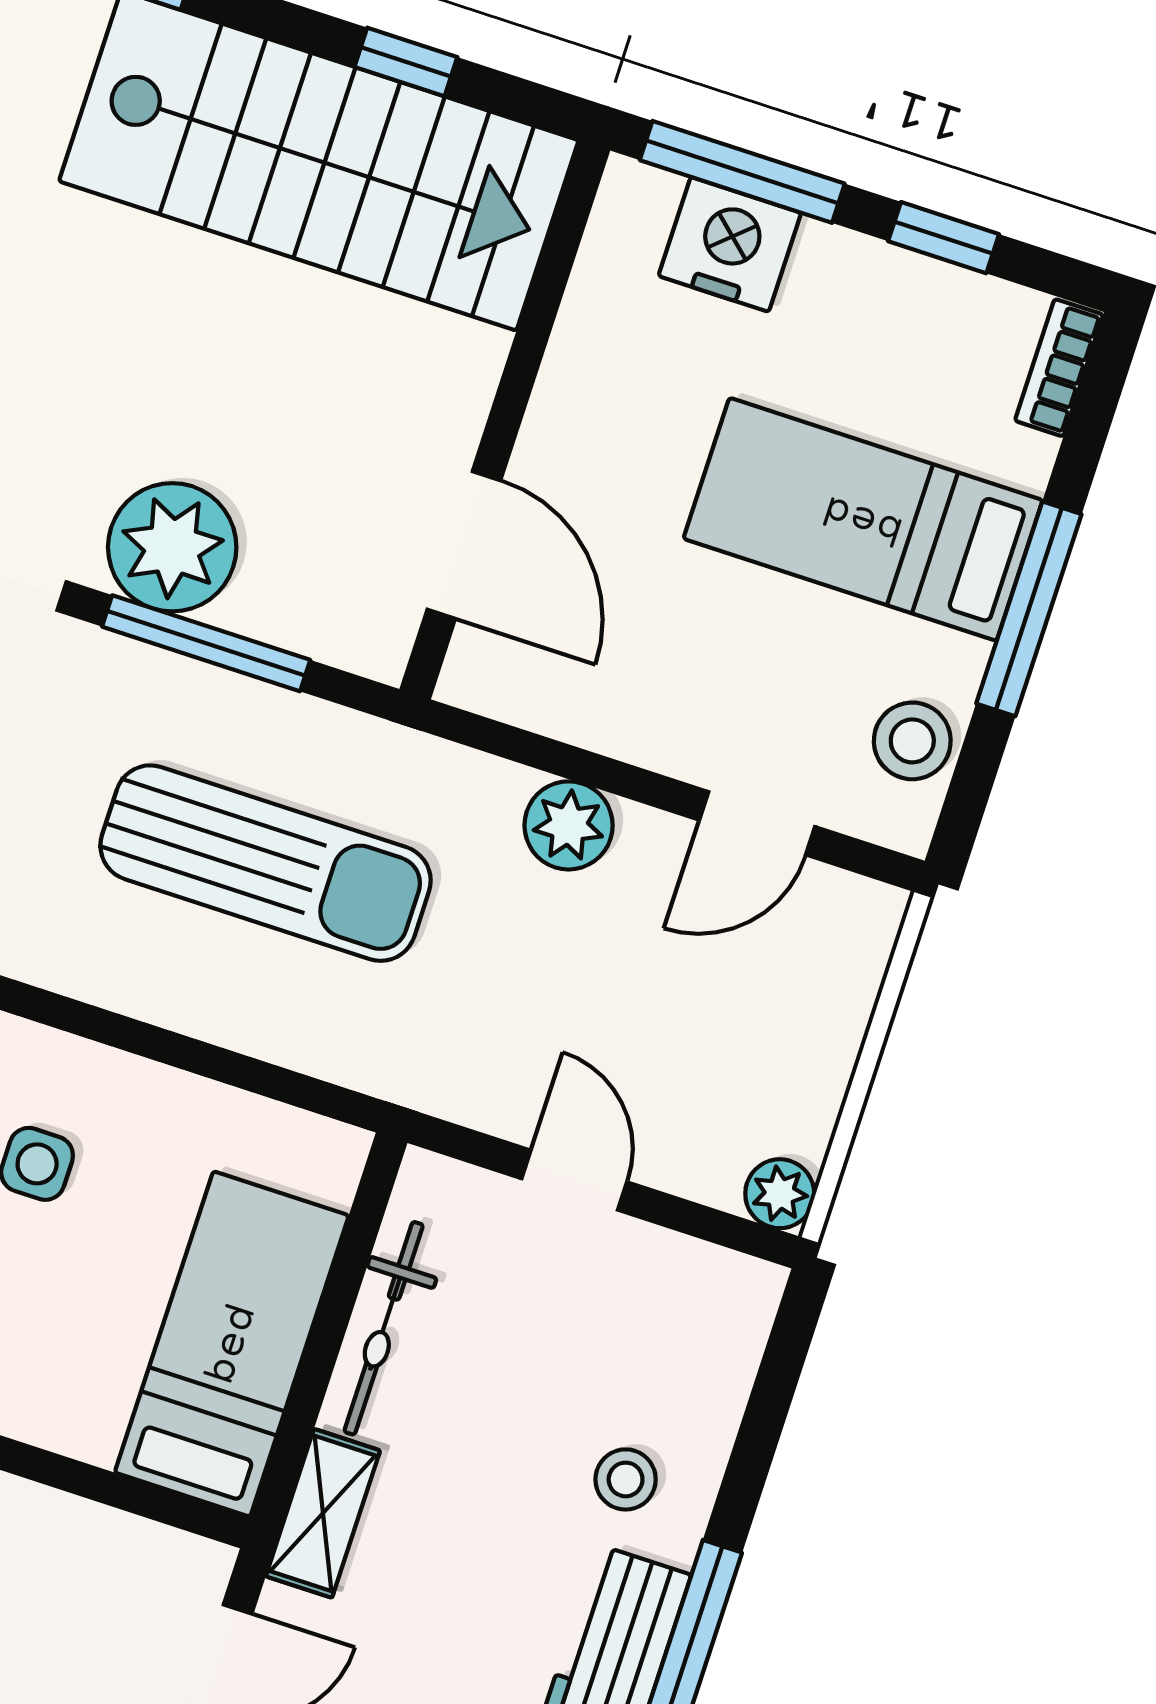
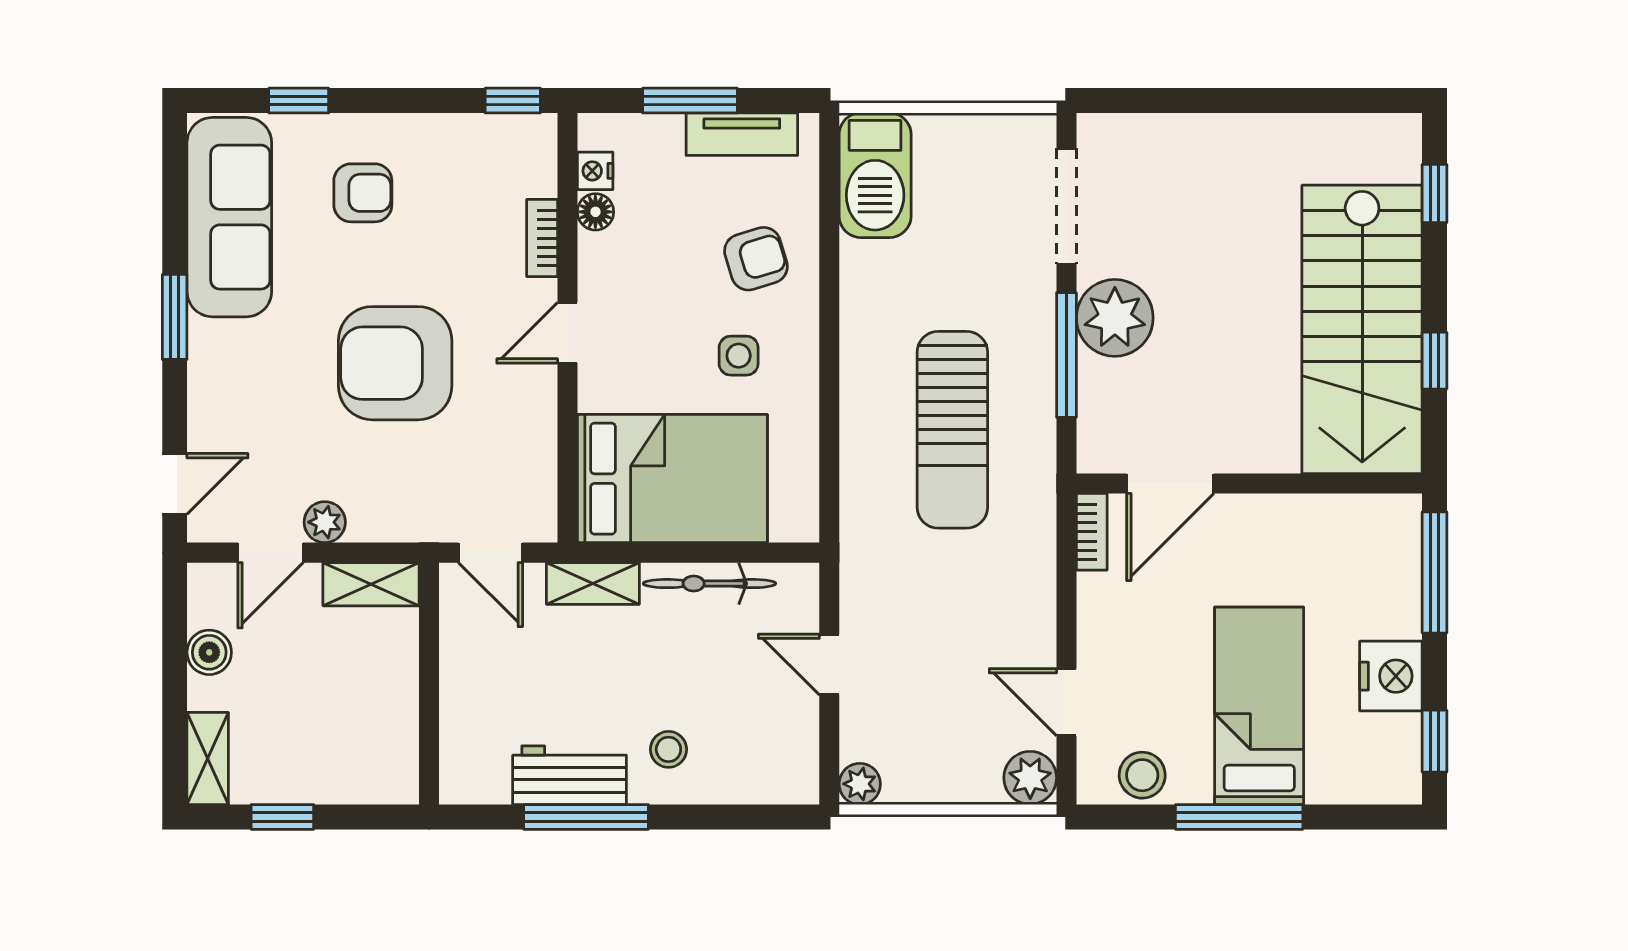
window: (944, 238) -> (1435, 741), moved
nightstand: (730, 244) -> (1391, 676), moved
bookcase: (1059, 368) -> (1092, 532), moved, turned 90
plant: (569, 825) -> (1030, 778), moved
door: (574, 1180) -> (829, 664), swing flipped
bed: (232, 1344) -> (672, 479), width x1.50

